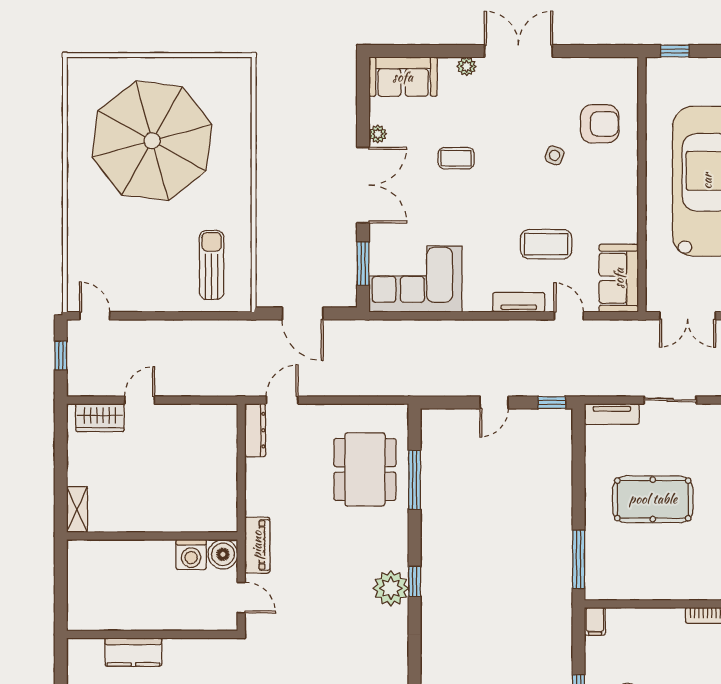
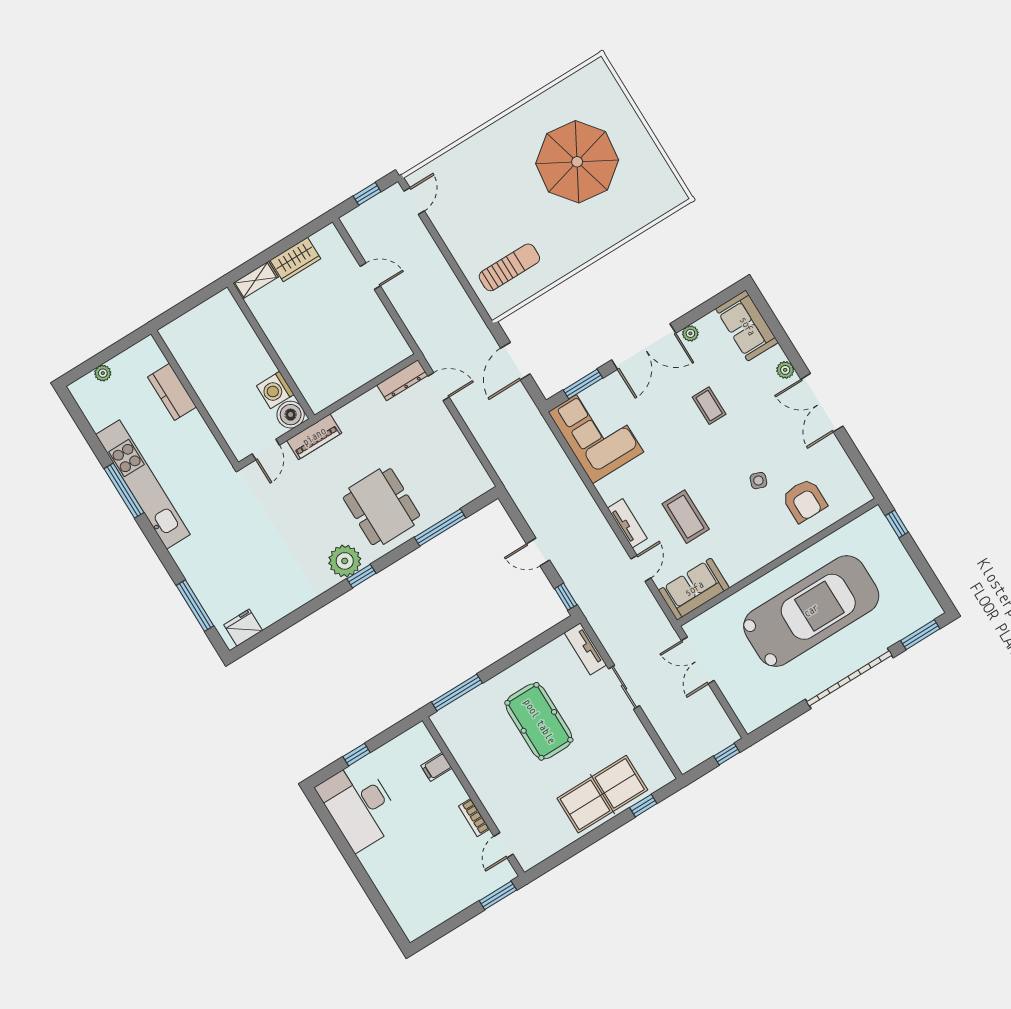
double door: (518, 51) -> (822, 403), swing flipped
parasol: (152, 141) -> (577, 162), width x0.73, depth x0.73
wardrobe: (100, 418) -> (295, 260), moved, turned -90
dining table: (365, 469) -> (381, 507), moved, turned 90
filing cabinet: (595, 621) -> (436, 767), moved

